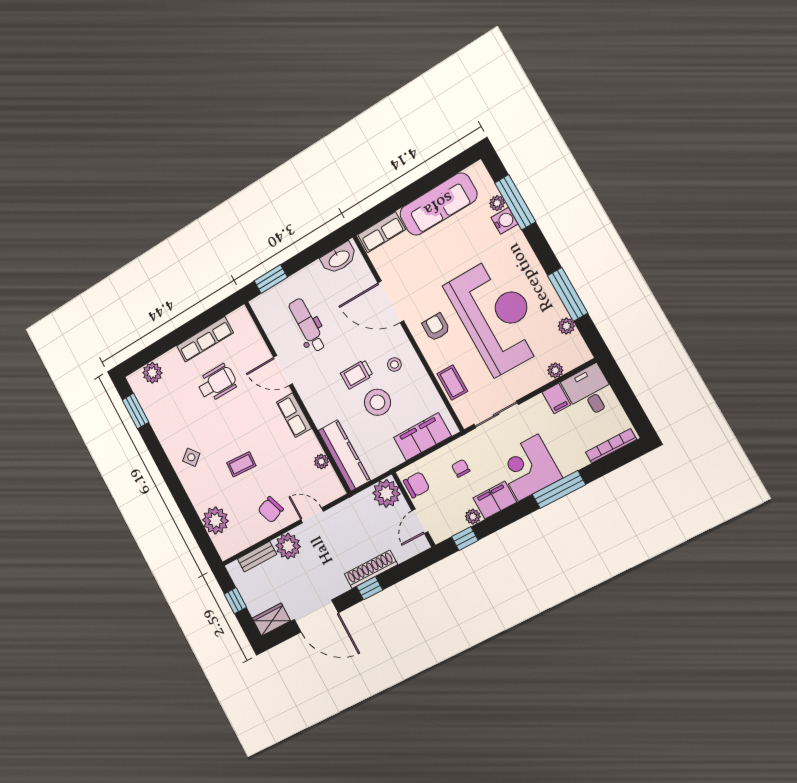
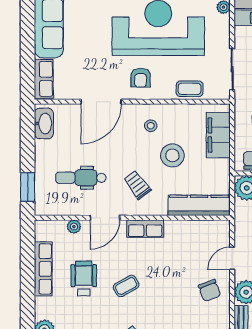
armchair: (436, 327) -> (141, 78), turned -90
trolley: (357, 374) -> (137, 185), moved, turned 143
plant: (321, 462) -> (74, 227), moved
coffee table: (241, 464) -> (126, 286), moved, turned 58

